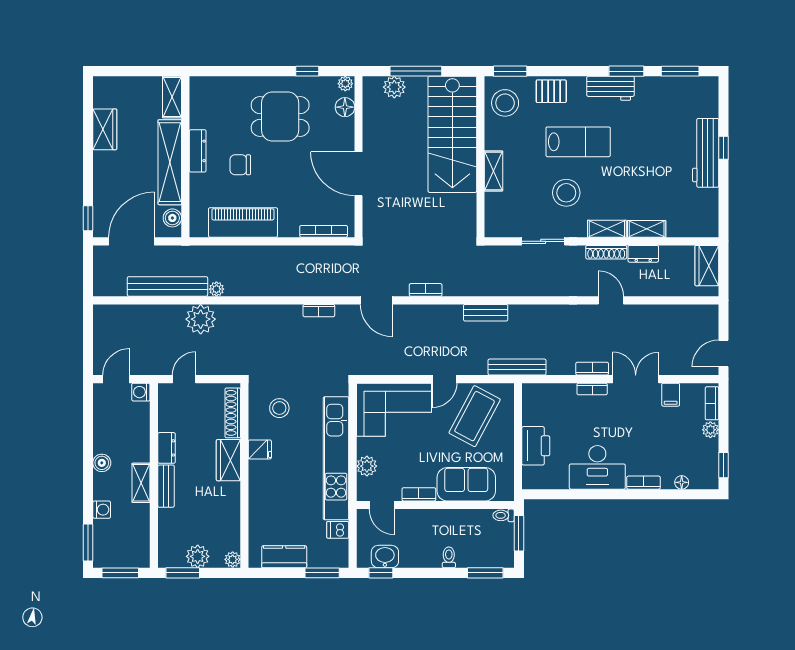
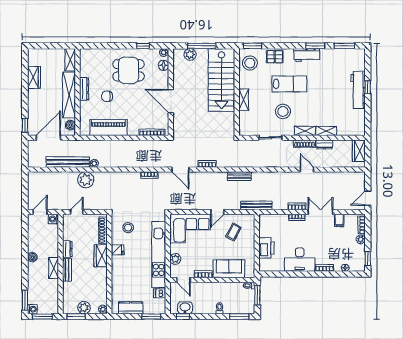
coffee table: (475, 416) -> (233, 232), width x0.54, depth x0.58
washing machine: (102, 510) -> (32, 309), moved

